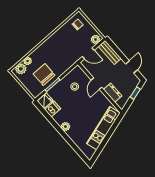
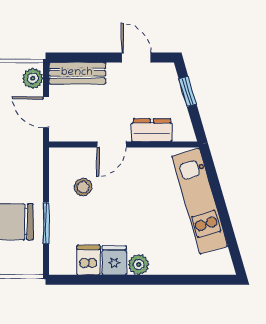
door: (88, 53) -> (46, 112), swing flipped
door: (97, 84) -> (111, 144), hinge flipped
fridge: (45, 101) -> (114, 260), moved

